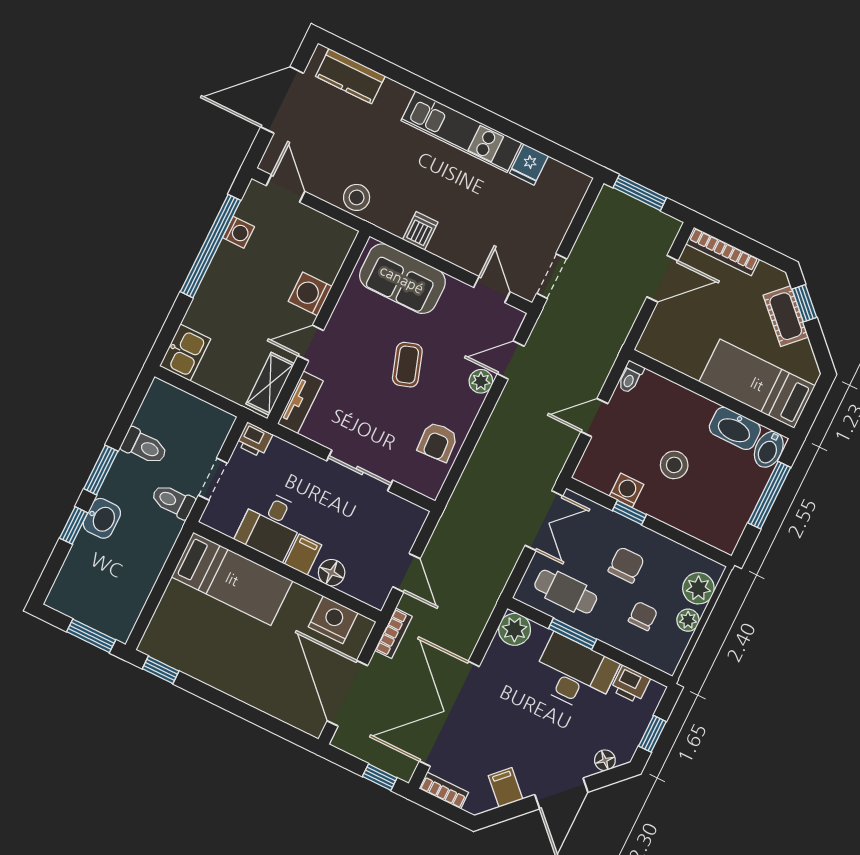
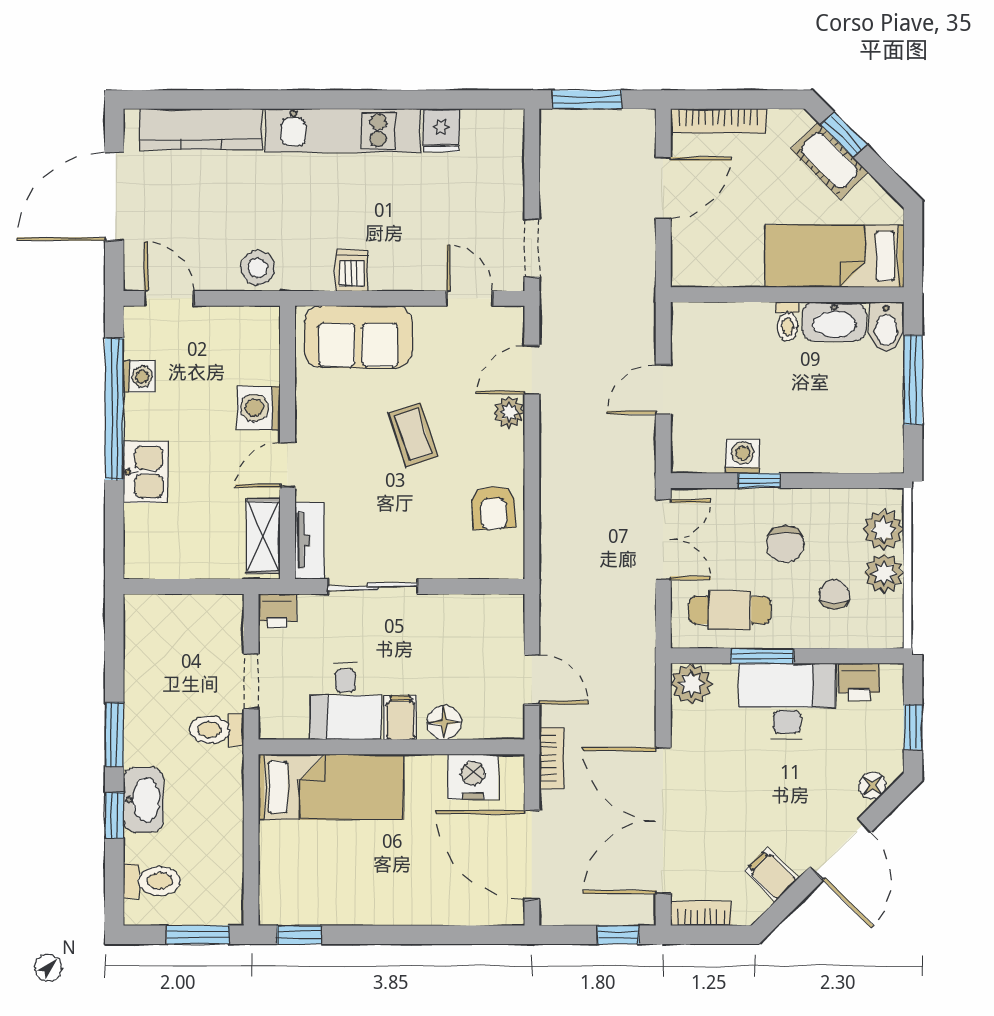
kitchen counter: (350, 76) -> (201, 129), width x1.50
kitchen sink: (185, 353) -> (146, 472), moved
toilet: (630, 377) -> (787, 321), moved
toilet: (144, 447) -> (152, 881), moved
stool: (674, 465) -> (784, 399), removed
sliding door: (360, 471) -> (373, 586), moved
washbasin: (102, 518) -> (143, 800), width x1.38
chair: (626, 565) -> (785, 544), turned 180
plant: (688, 620) -> (884, 573), width x1.38, depth x1.38

